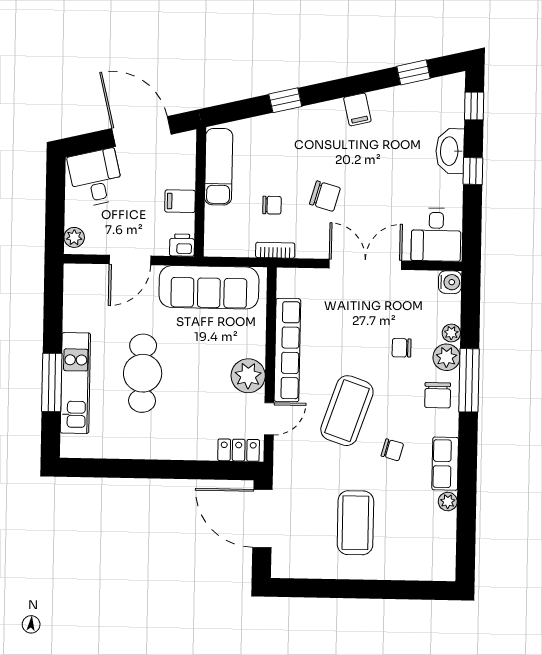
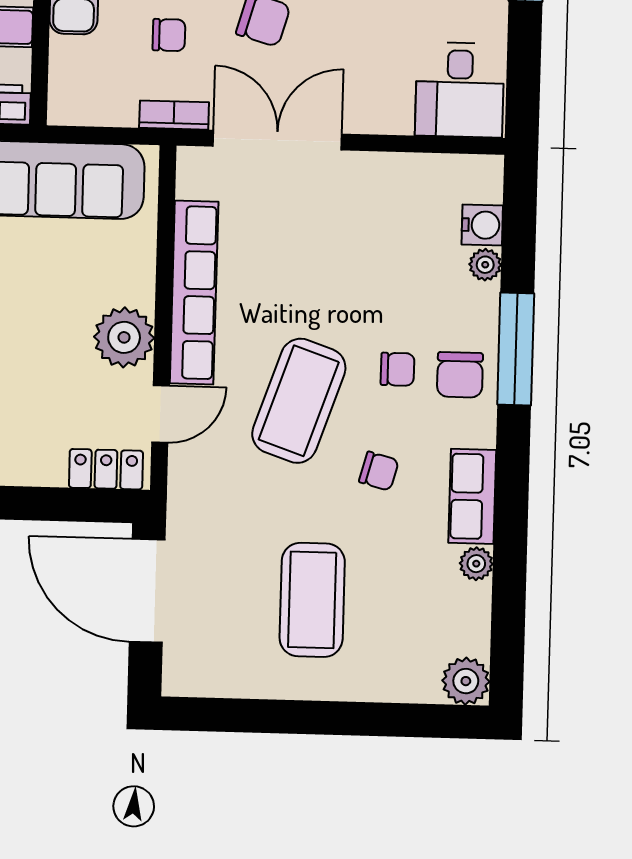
double door: (365, 264) -> (277, 140), moved
water cooler: (450, 282) -> (482, 225), moved
chair: (402, 348) -> (397, 369), moved, turned 180
plant: (446, 357) -> (466, 681), moved

